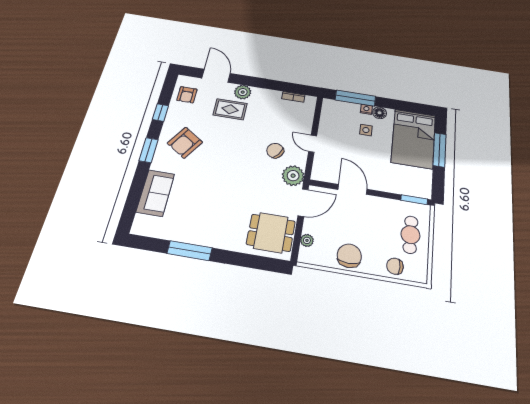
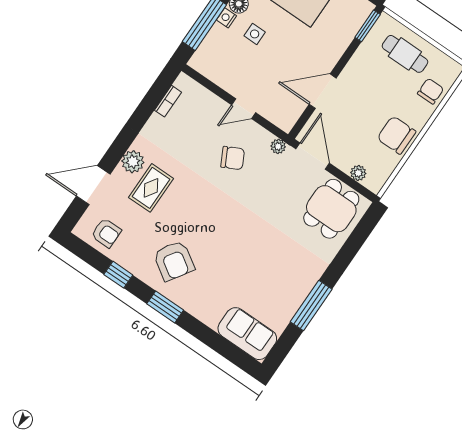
chair: (275, 151) -> (233, 158), turned -153
plant: (293, 176) -> (278, 146), width x0.53, depth x0.53
sofa: (155, 193) -> (247, 334), moved
chair: (395, 266) -> (431, 91), turned 180

